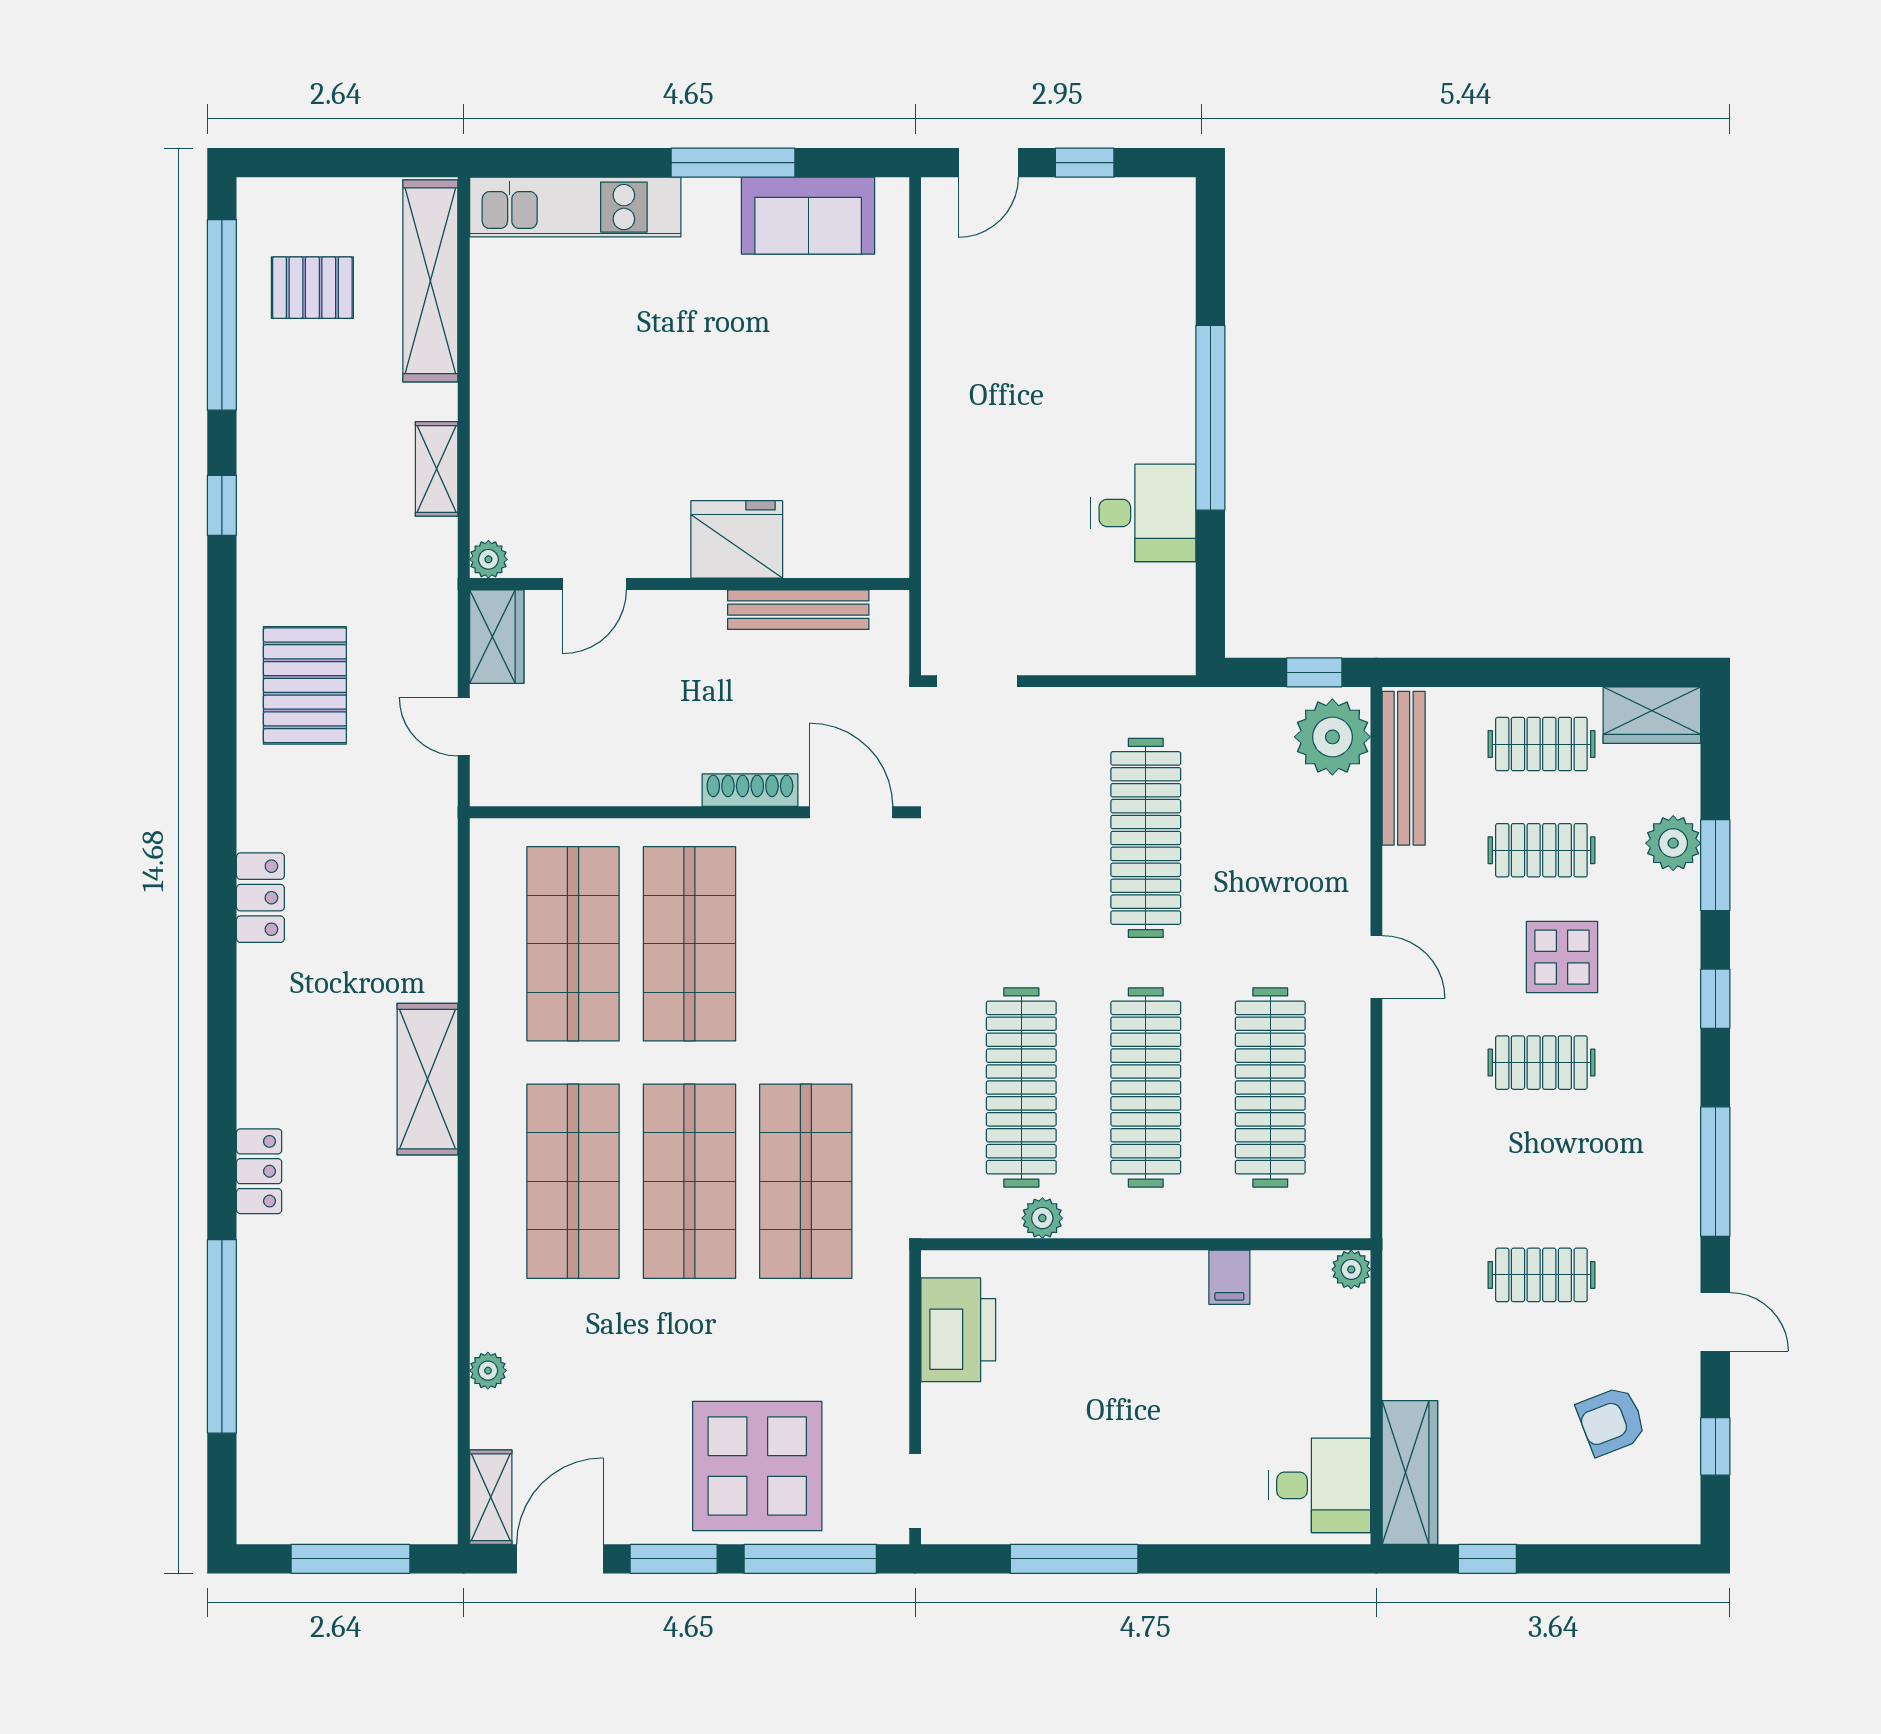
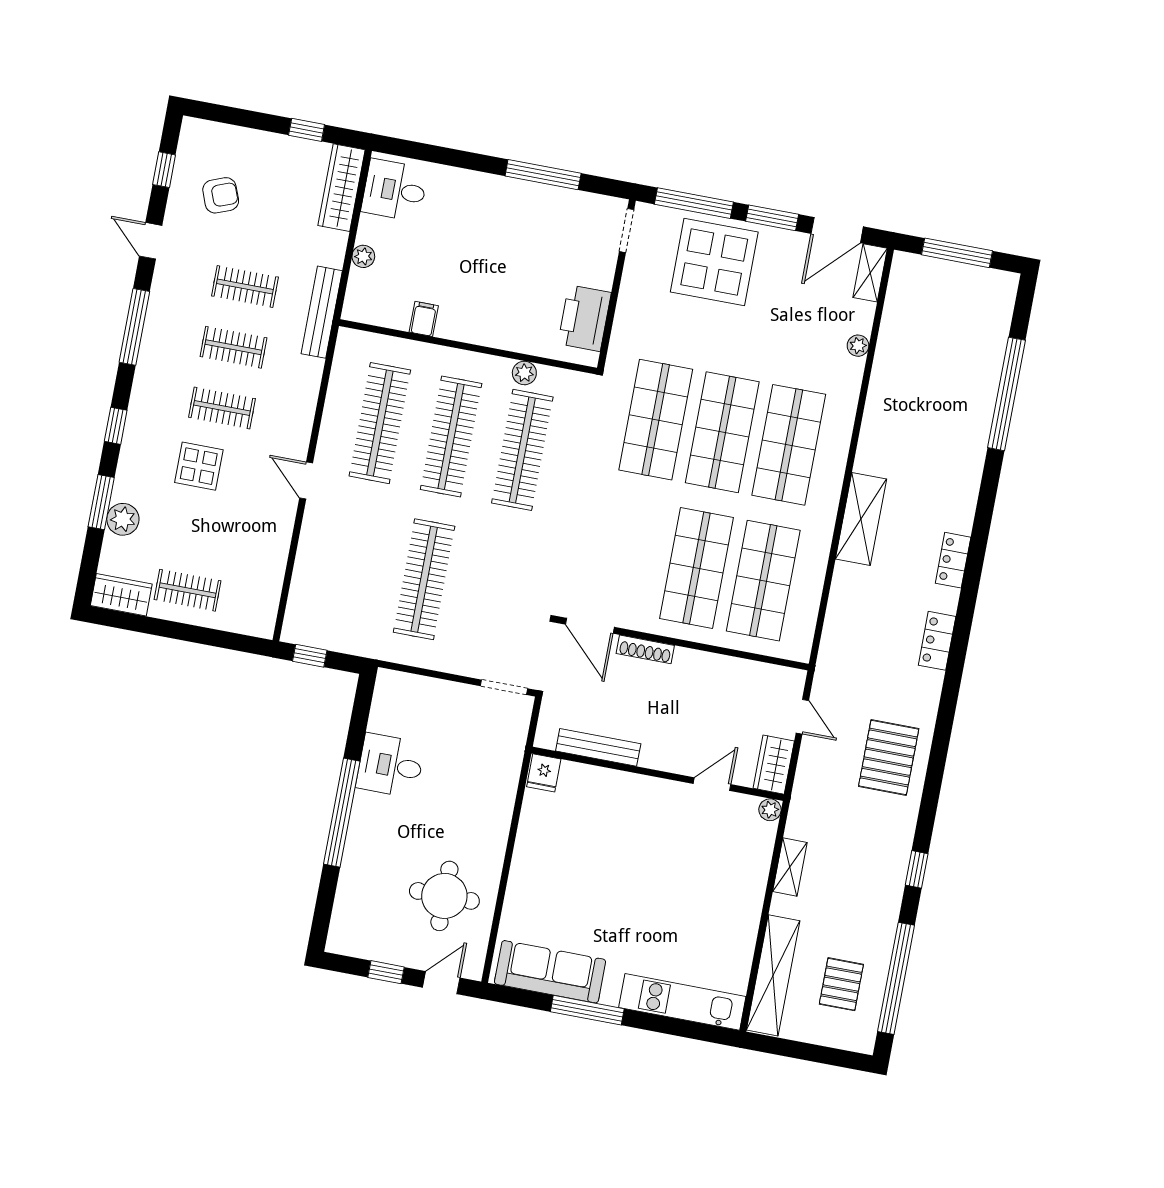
sofa: (808, 216) -> (550, 972), width x1.36
pallet: (312, 288) -> (841, 984), turned 90
round table: (1010, 310) -> (444, 896), added
fridge: (737, 539) -> (544, 773), moved, width x0.53, depth x0.75
plant: (1332, 737) -> (306, 617), removed
bench: (1404, 768) -> (322, 312), moved
clothes rail: (1541, 850) -> (233, 347), moved
locker: (259, 1171) -> (953, 560), moved
plant: (1351, 1269) -> (363, 256), moved

